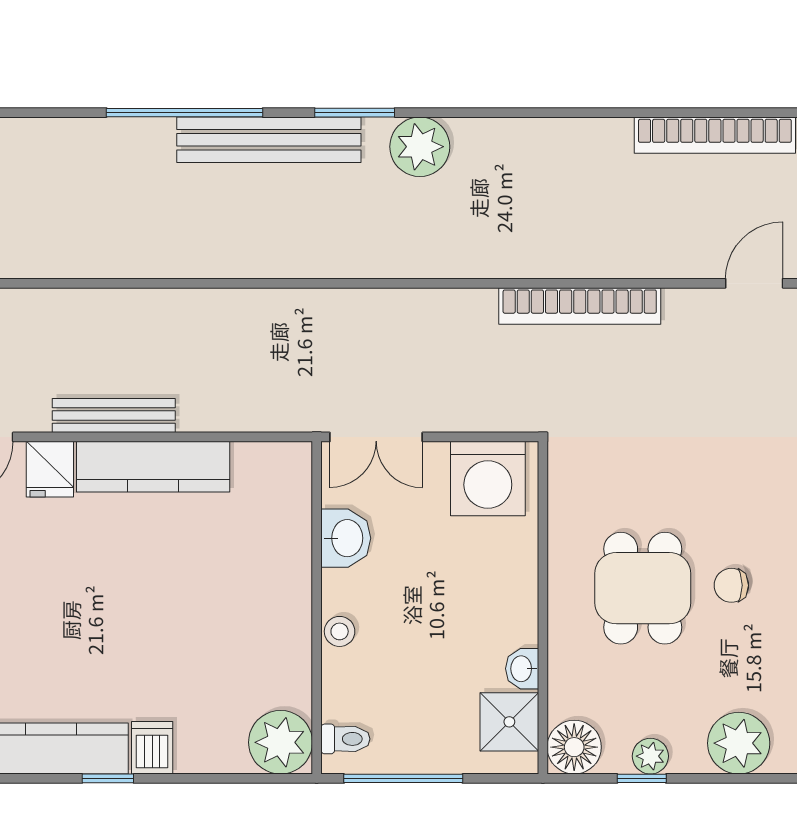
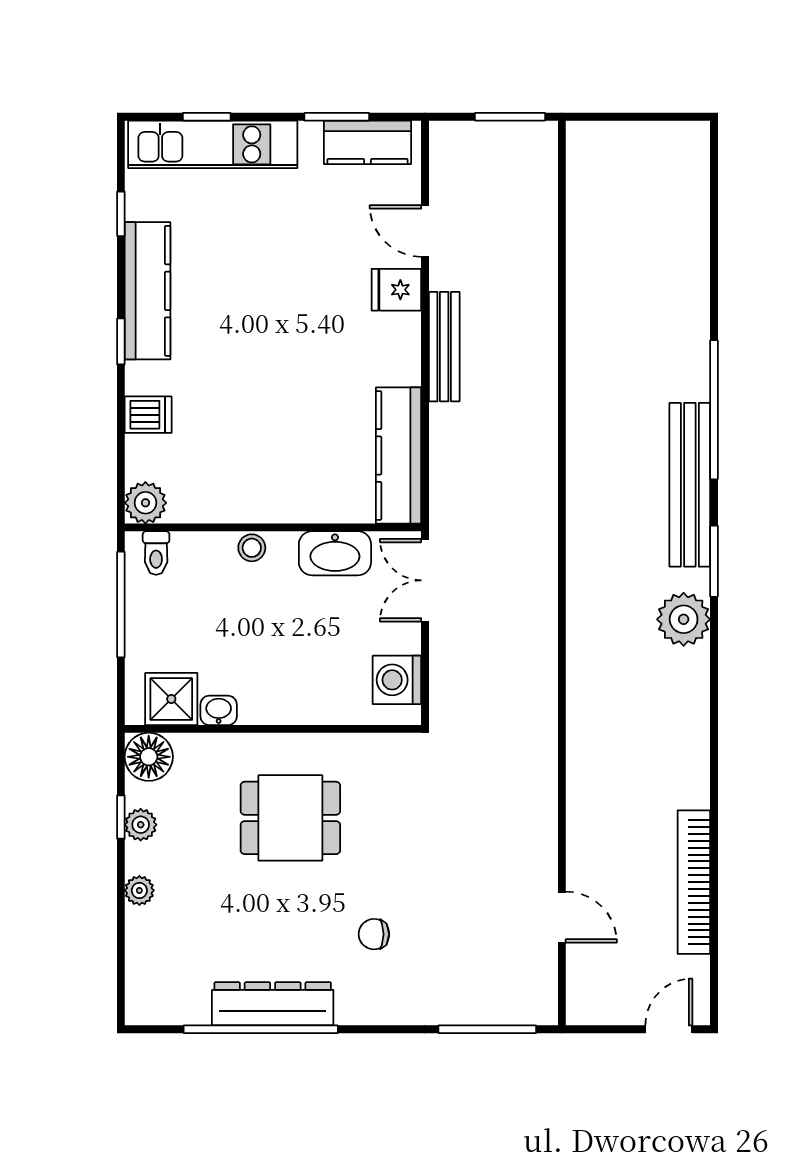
bookcase: (580, 306) -> (542, 762), removed
kitchen counter: (153, 467) -> (399, 456), moved
washing machine: (488, 479) -> (397, 680), width x0.73, depth x0.73
washbasin: (346, 538) -> (335, 553), width x1.38
chair: (731, 585) -> (374, 934), moved, turned -90
plant: (281, 742) -> (145, 503), width x0.73, depth x0.73
plant: (739, 743) -> (139, 890), width x0.53, depth x0.53
dishwasher: (152, 748) -> (148, 415), moved

